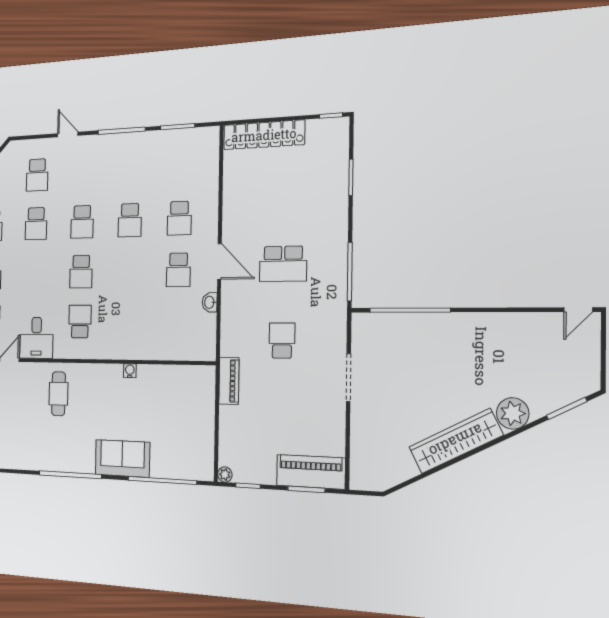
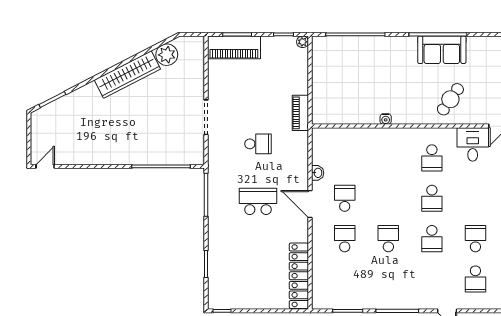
locker: (264, 135) -> (299, 276), moved, turned -90
school desk: (37, 175) -> (475, 279), turned 180
school desk: (82, 222) -> (432, 239), turned 180
school desk: (81, 272) -> (432, 198), turned 180
school desk: (282, 341) -> (258, 144), turned -90
cafe table: (59, 394) -> (450, 99), turned 35
plant: (513, 413) -> (167, 55), moved
sofa: (122, 458) -> (442, 50), moved

